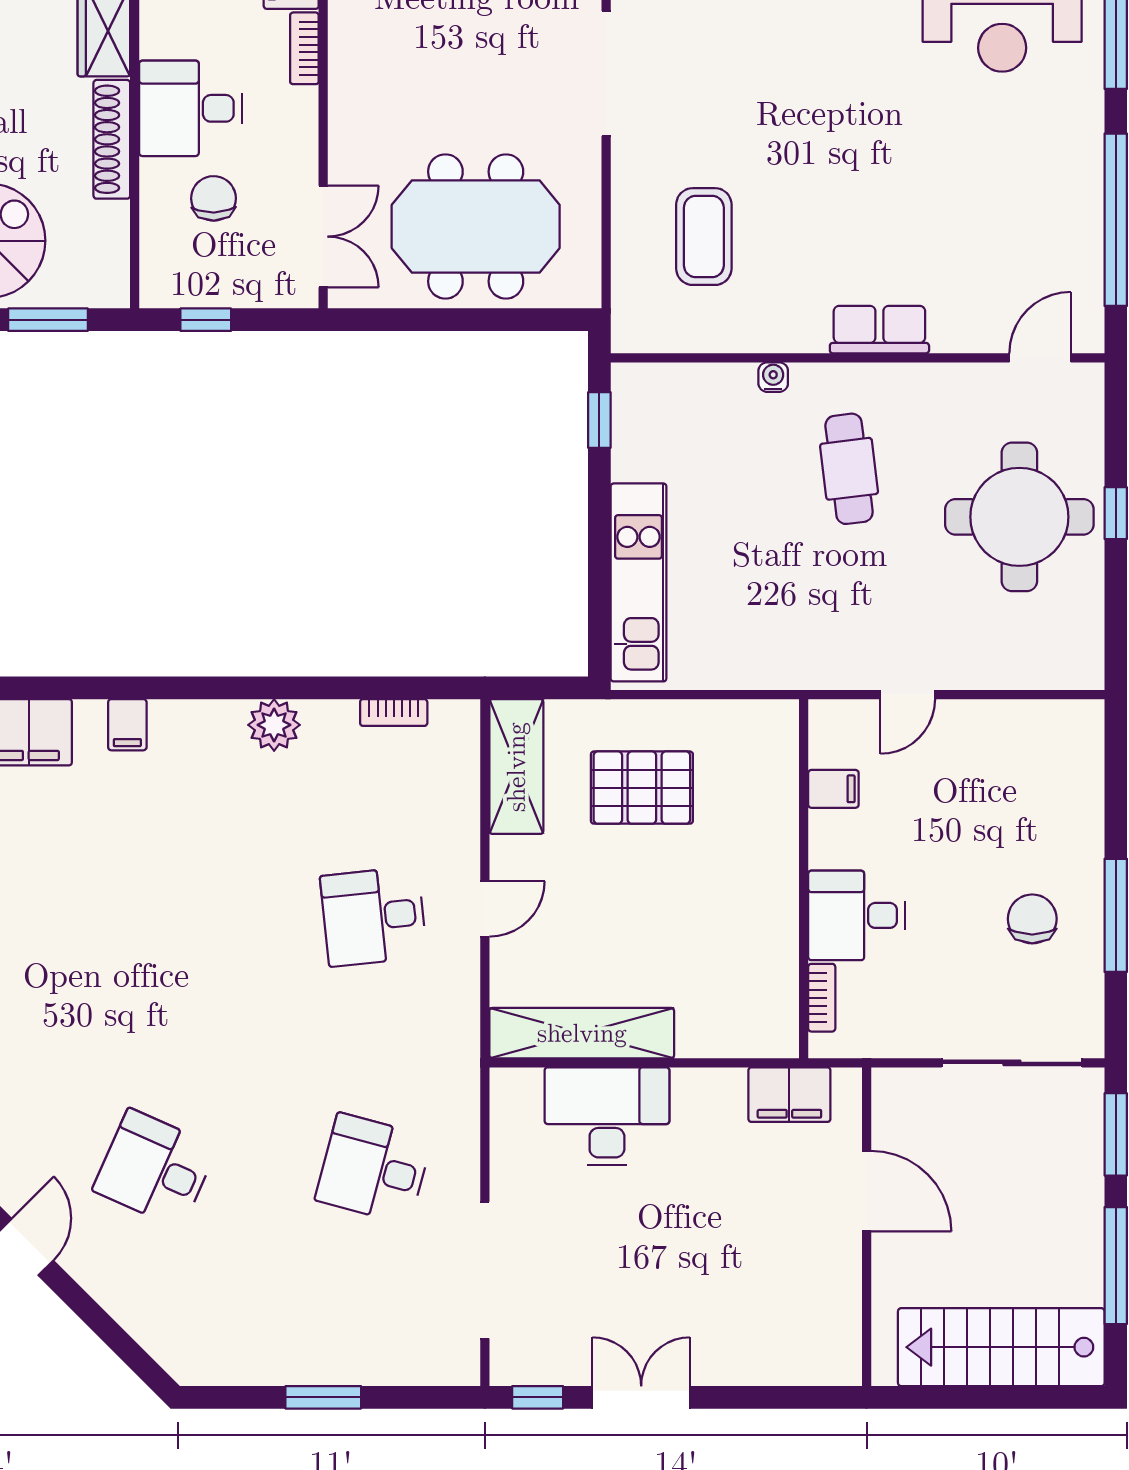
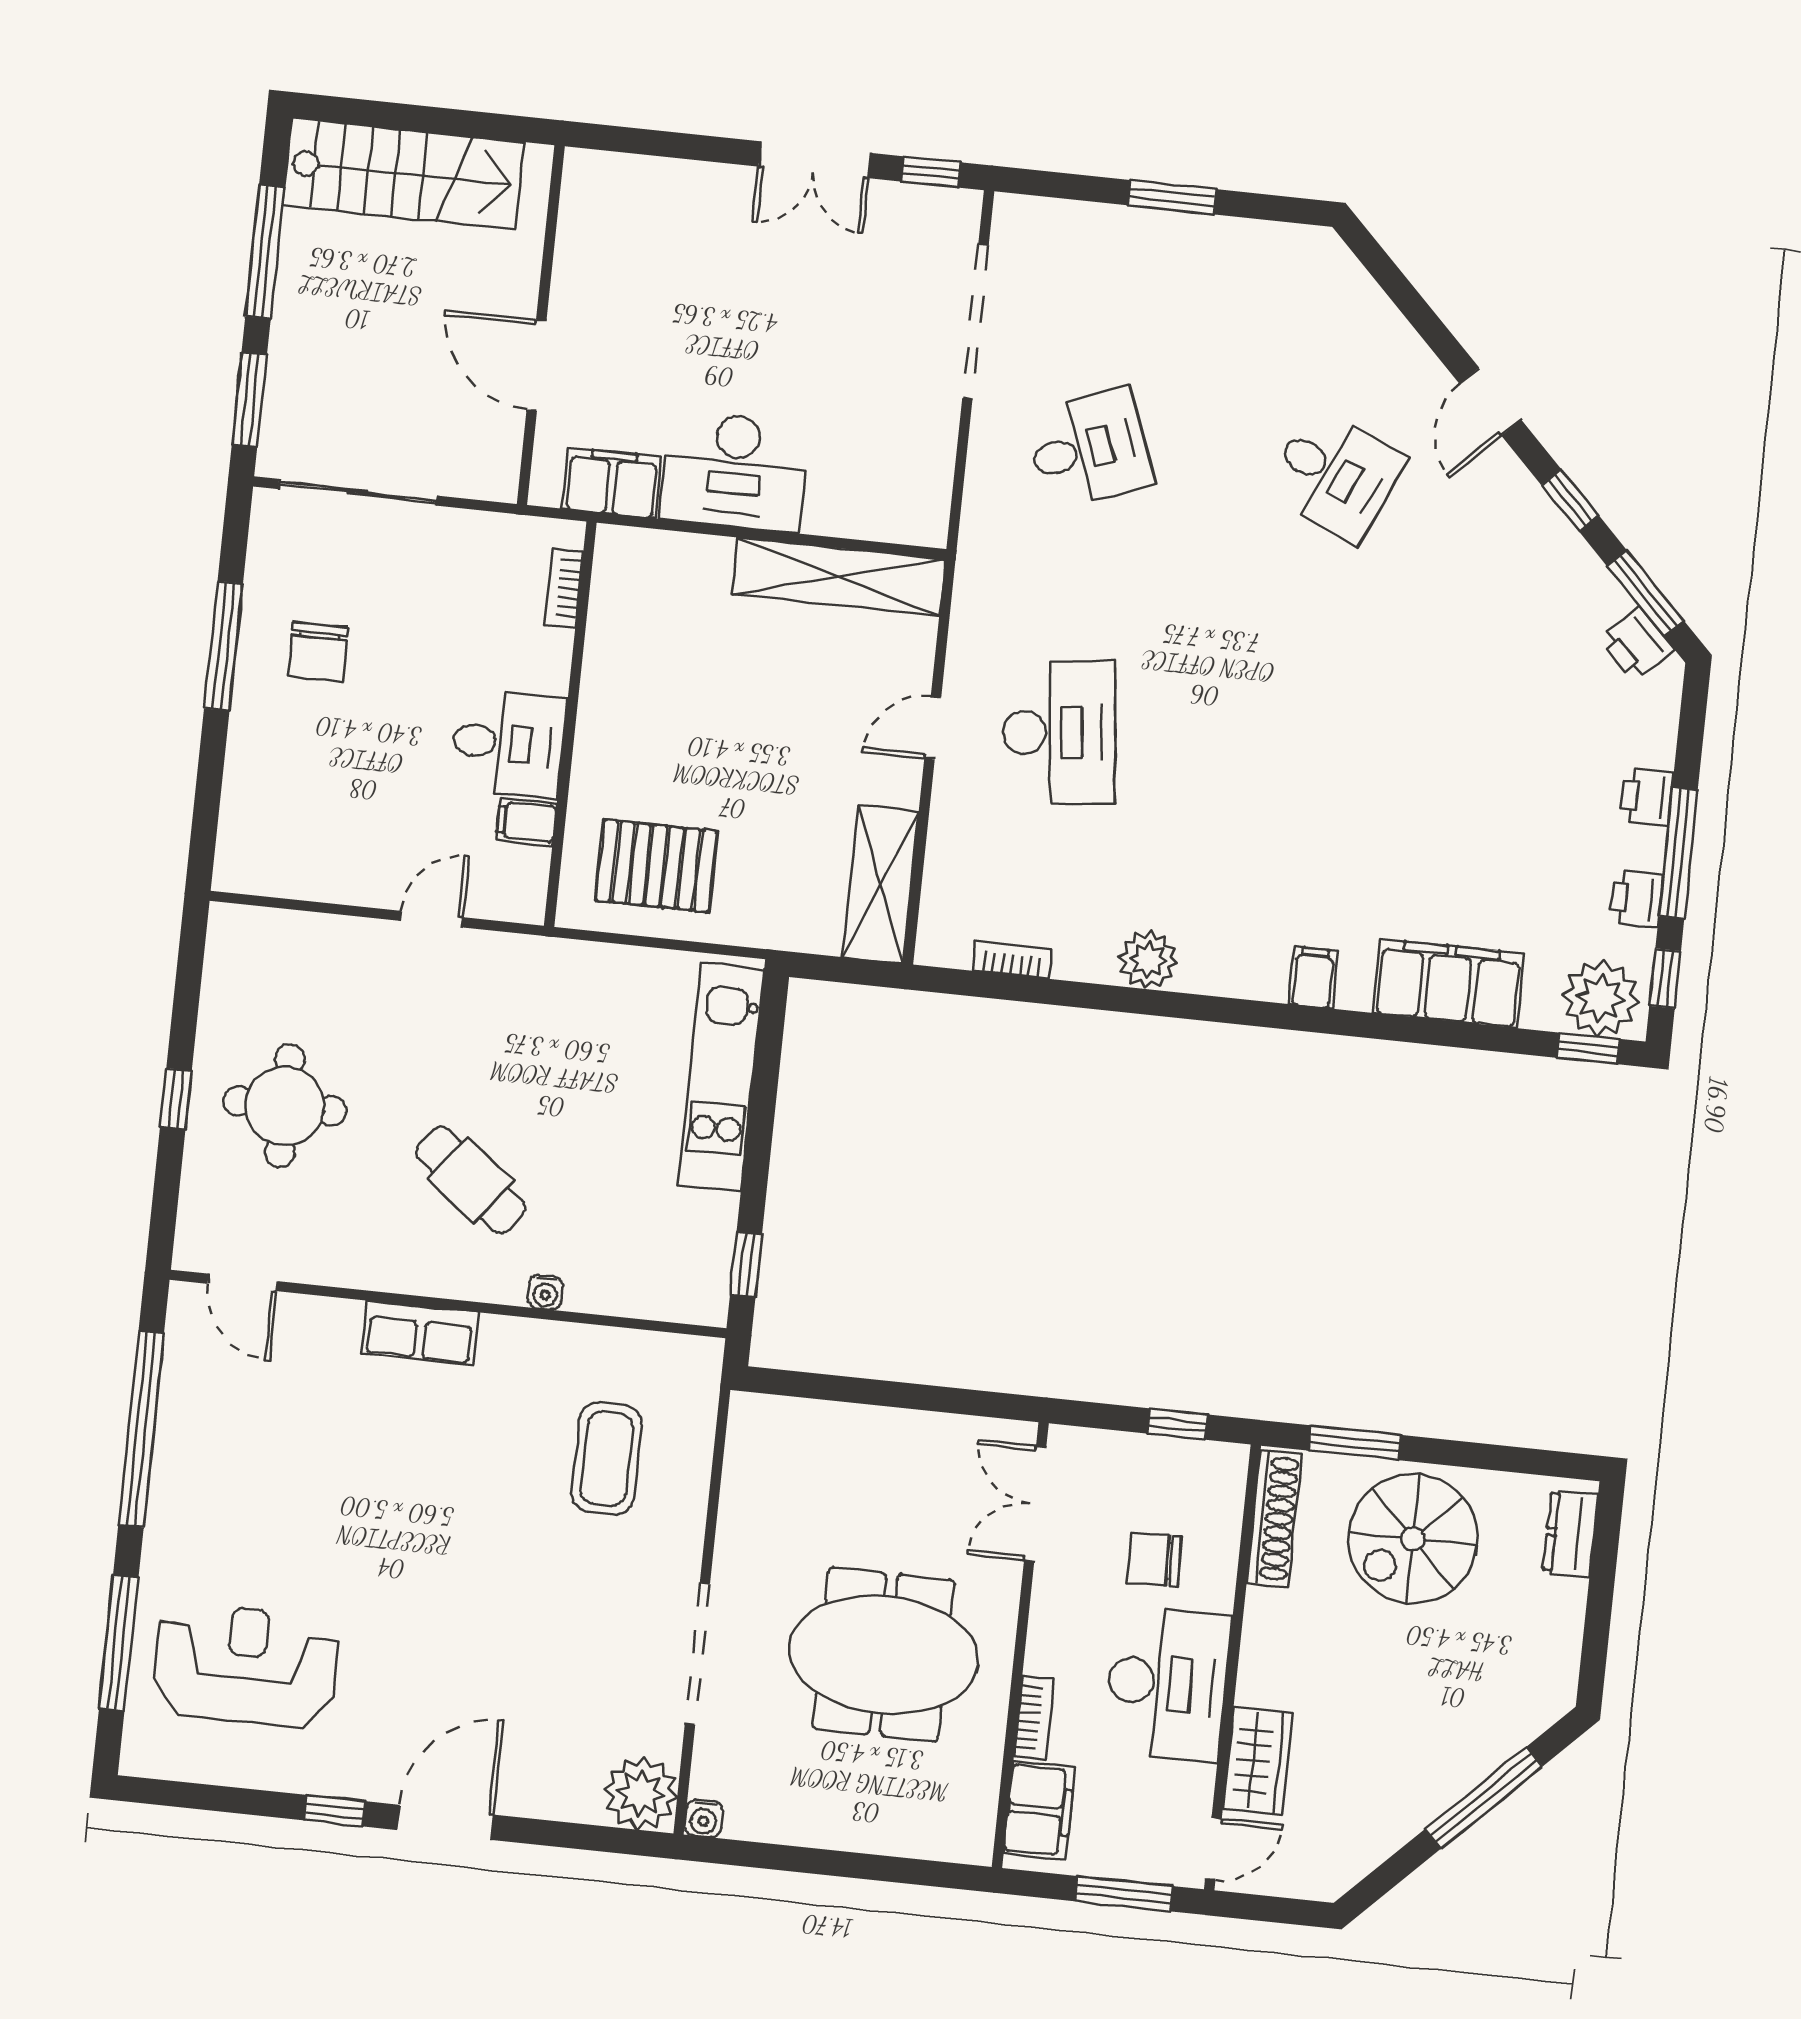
desk: (191, 108) -> (1167, 1684), width x1.37
shoe rack: (112, 139) -> (1274, 1518), moved
chair: (214, 198) -> (1154, 1560), turned 89
meeting table: (476, 226) -> (883, 1655), moved
door: (1040, 358) -> (243, 1282), hinge flipped
cafe table: (849, 469) -> (471, 1180), turned -45
round table: (1019, 517) -> (285, 1106), width x0.73, depth x0.73
pallet: (642, 788) -> (656, 866), moved
desk: (856, 915) -> (508, 743), moved
desk: (374, 916) -> (1059, 733), width x1.37
desk: (607, 1116) -> (735, 471), moved
desk: (374, 1169) -> (1089, 449), turned -36

